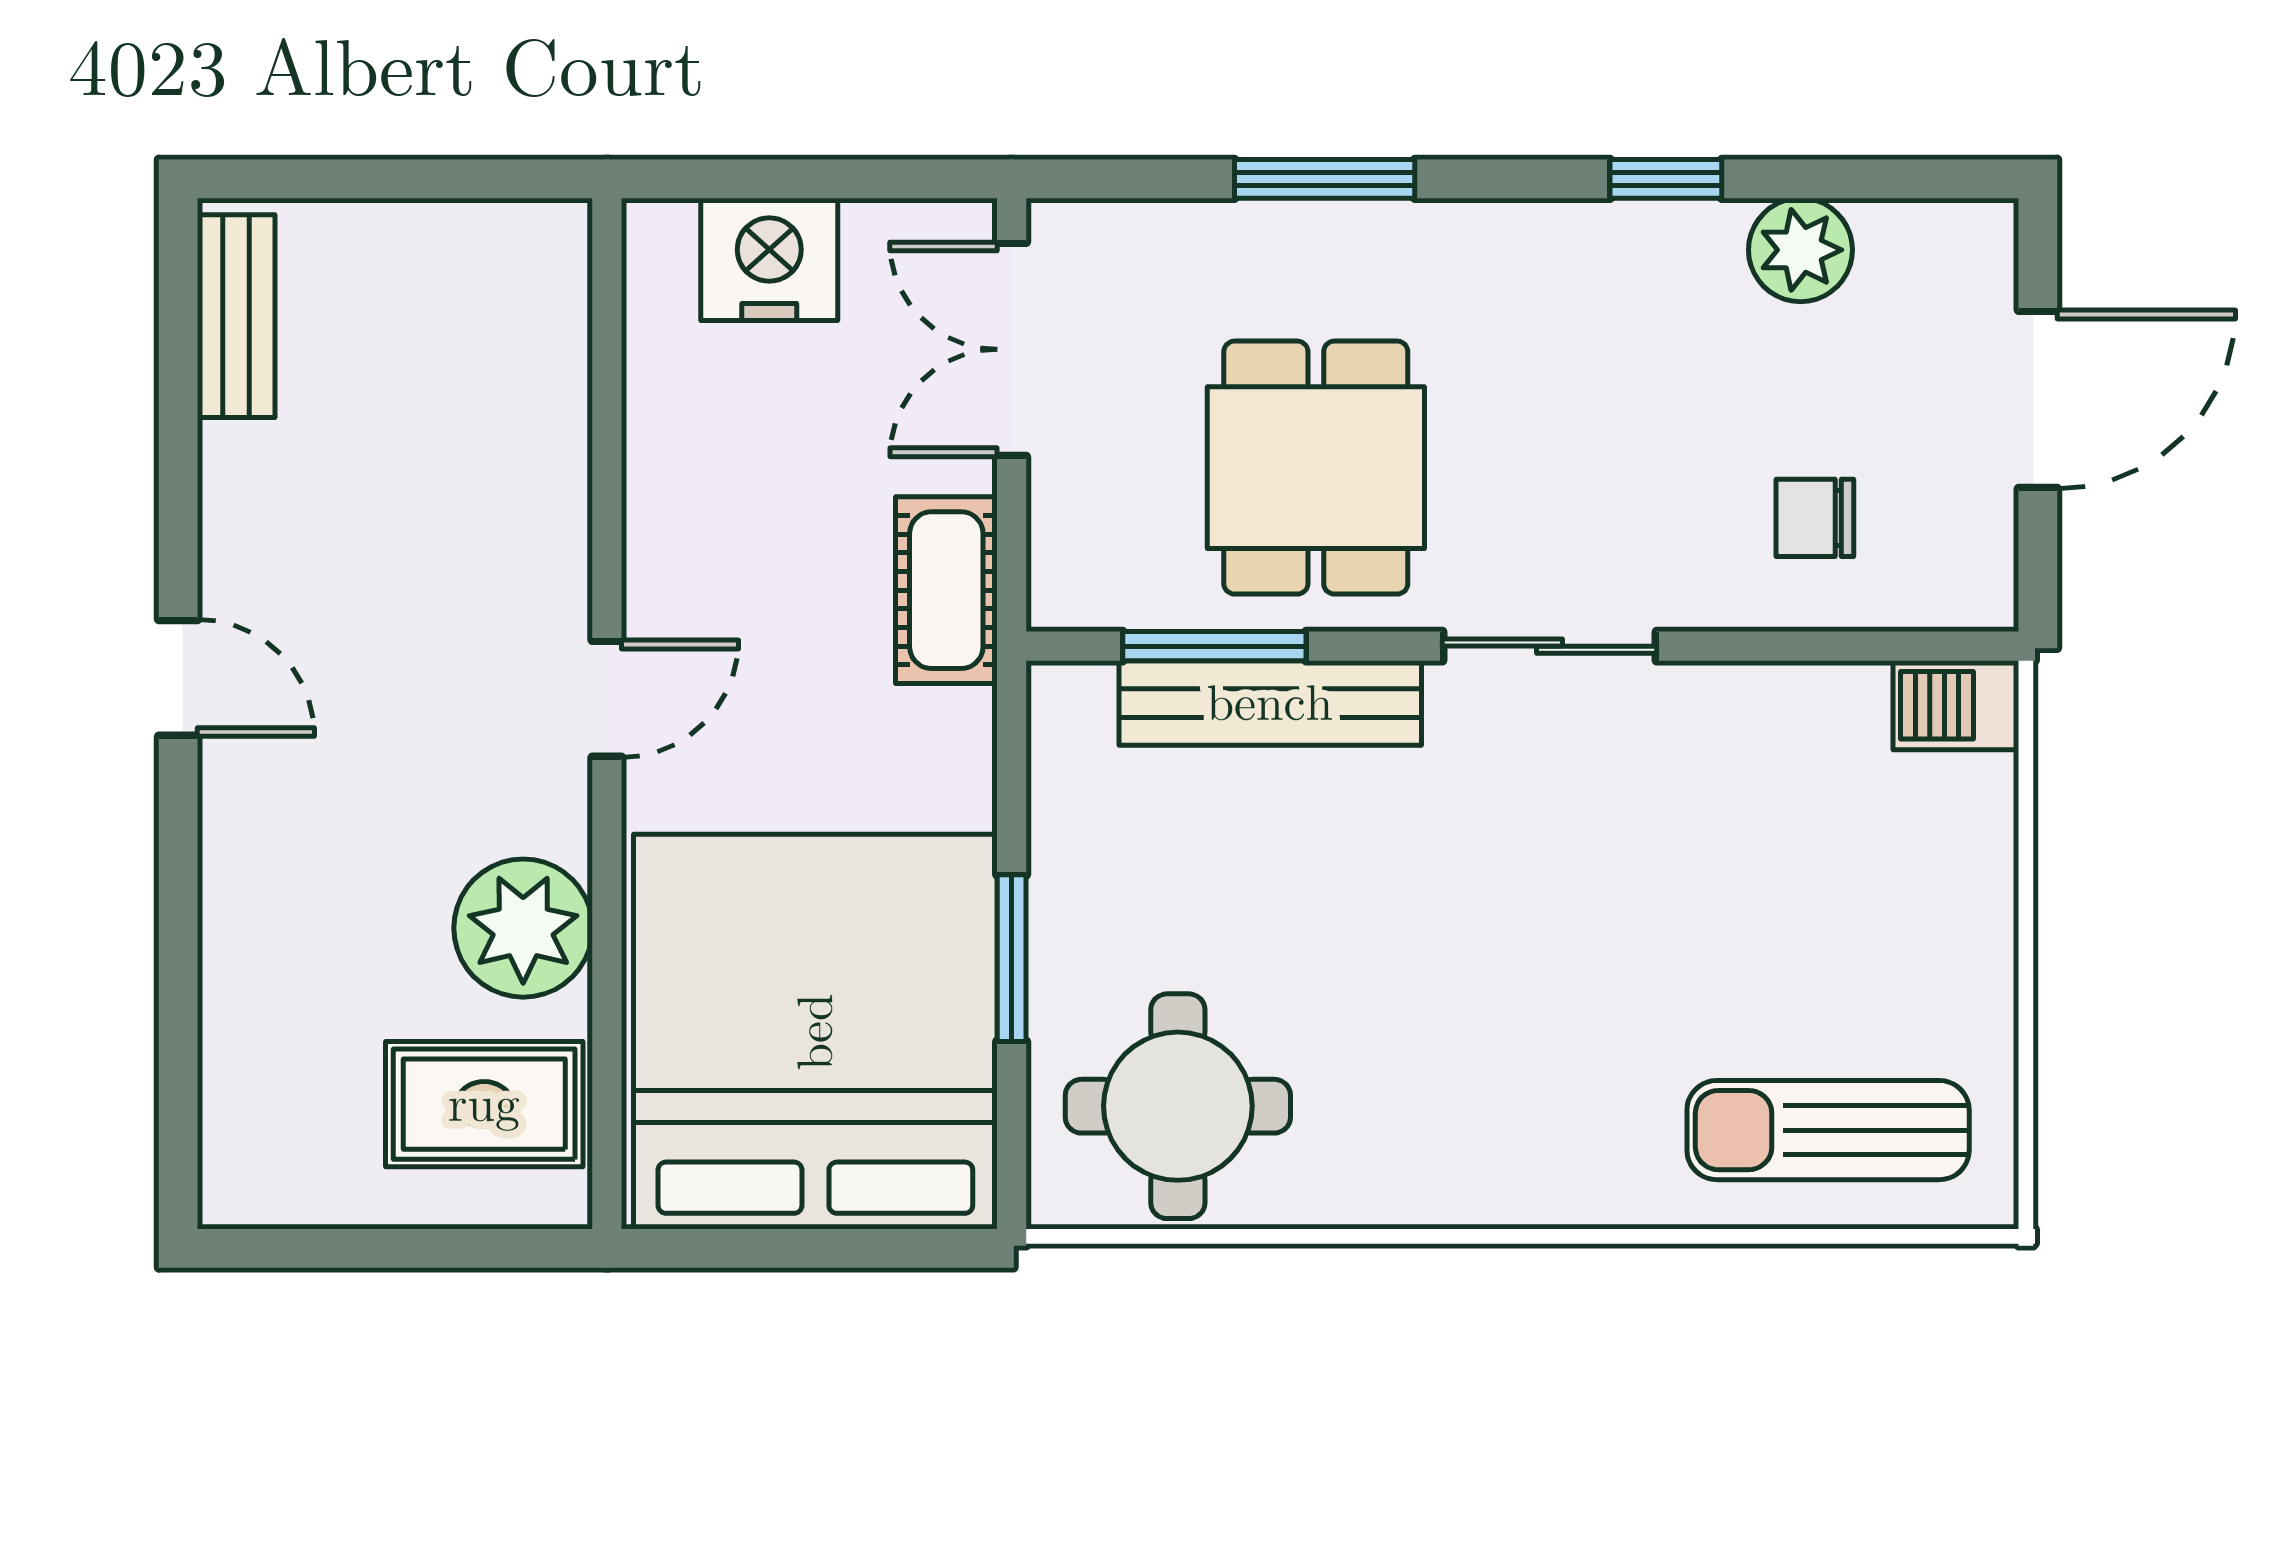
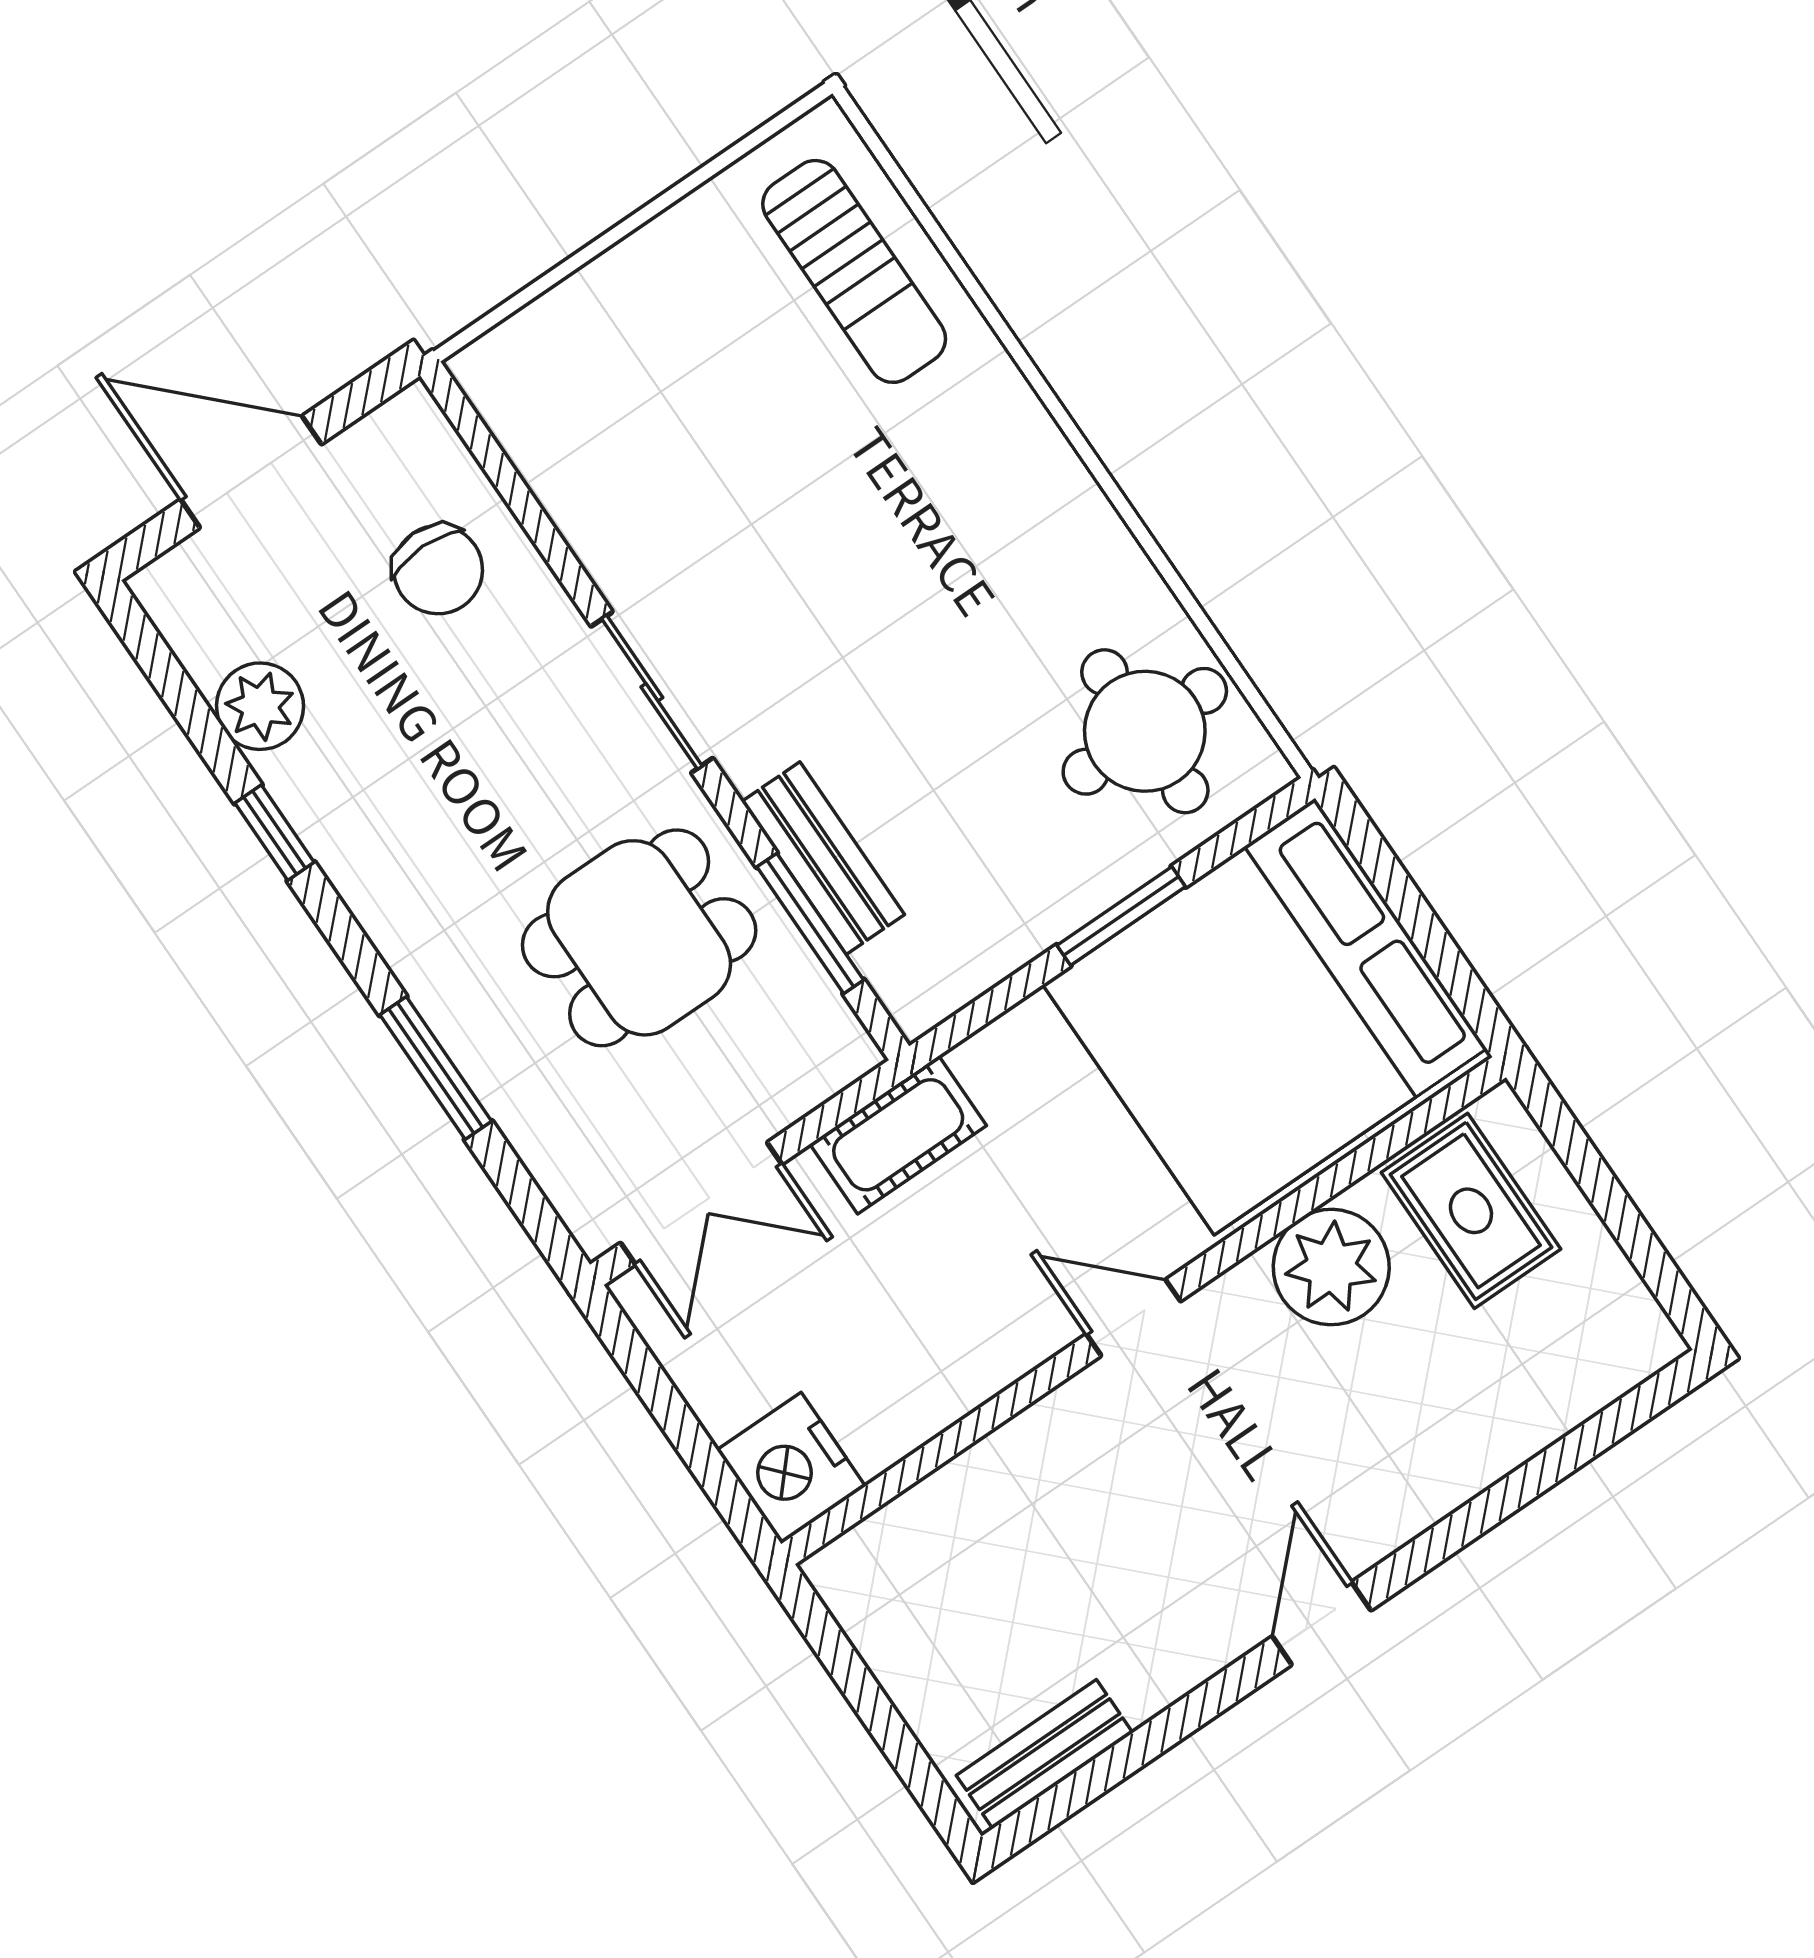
nightstand: (769, 259) -> (791, 1468), moved
chair: (1815, 518) -> (438, 570), width x1.37, depth x1.37
bench: (1270, 703) -> (823, 858), width x0.73
barbecue: (1956, 705) -> (501, 384), removed

